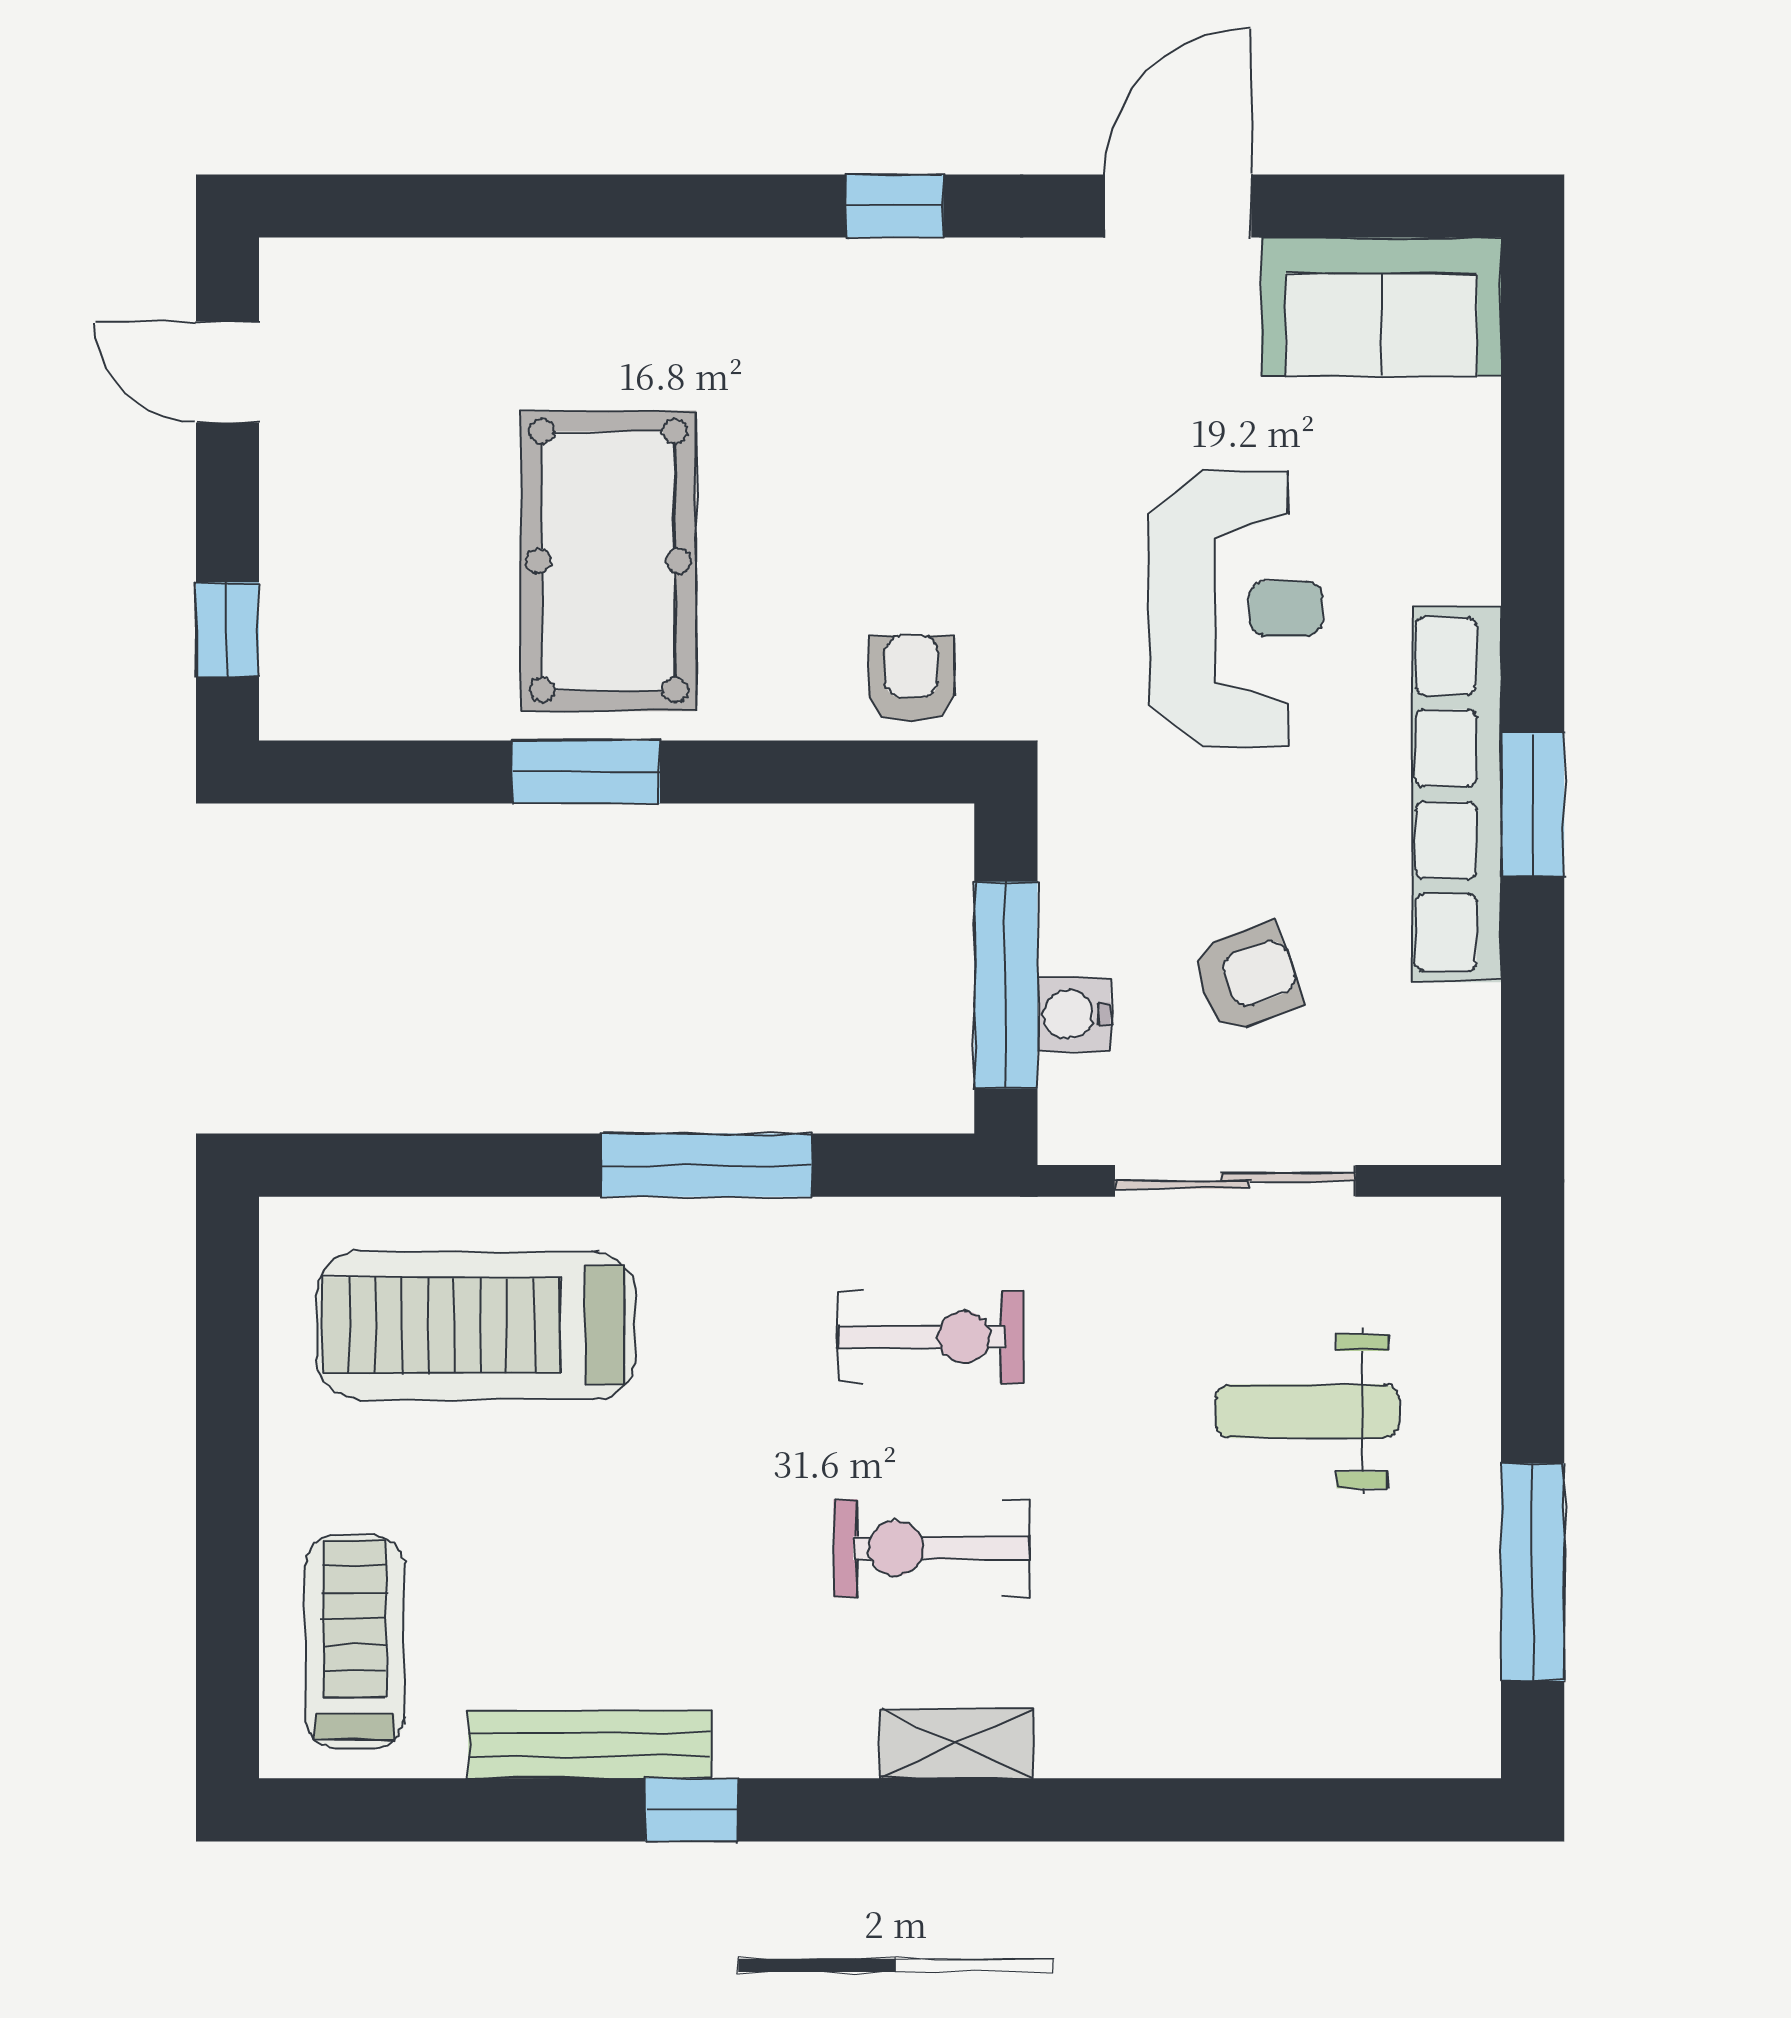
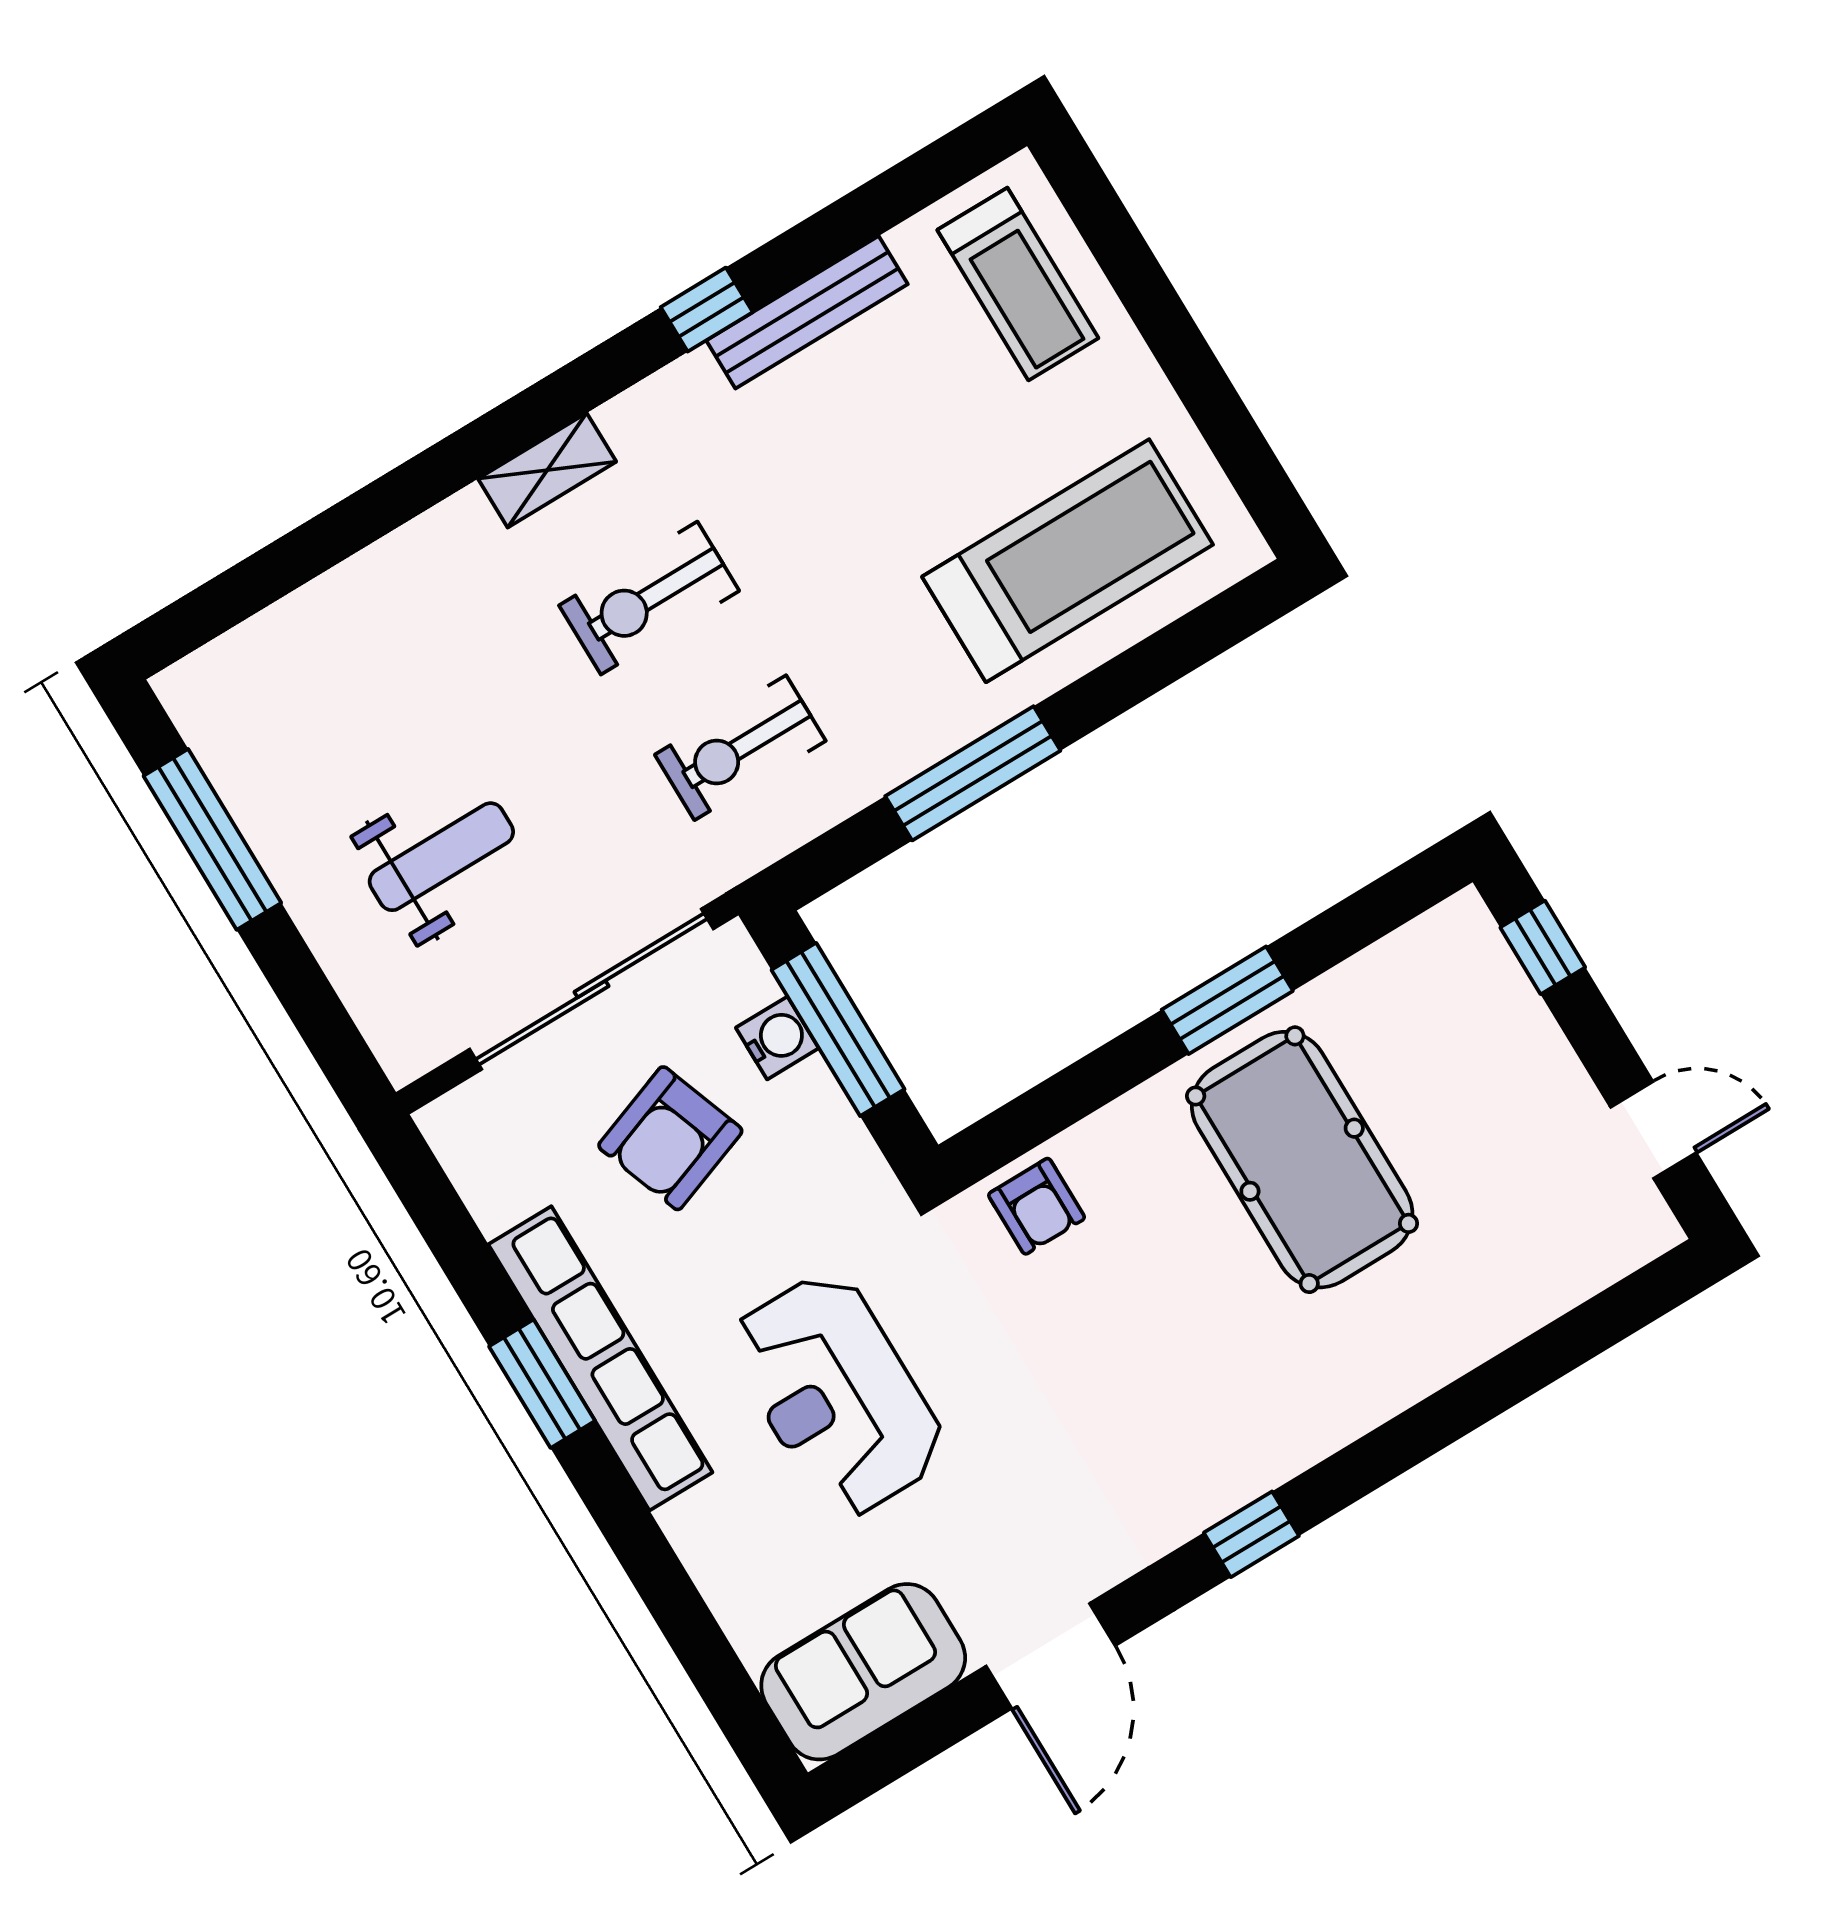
armchair: (1247, 978) -> (670, 1138), width x1.38, depth x1.38
sliding door: (1235, 1181) -> (591, 989), width x1.36
exercise bike: (931, 1548) -> (649, 598), turned 180

